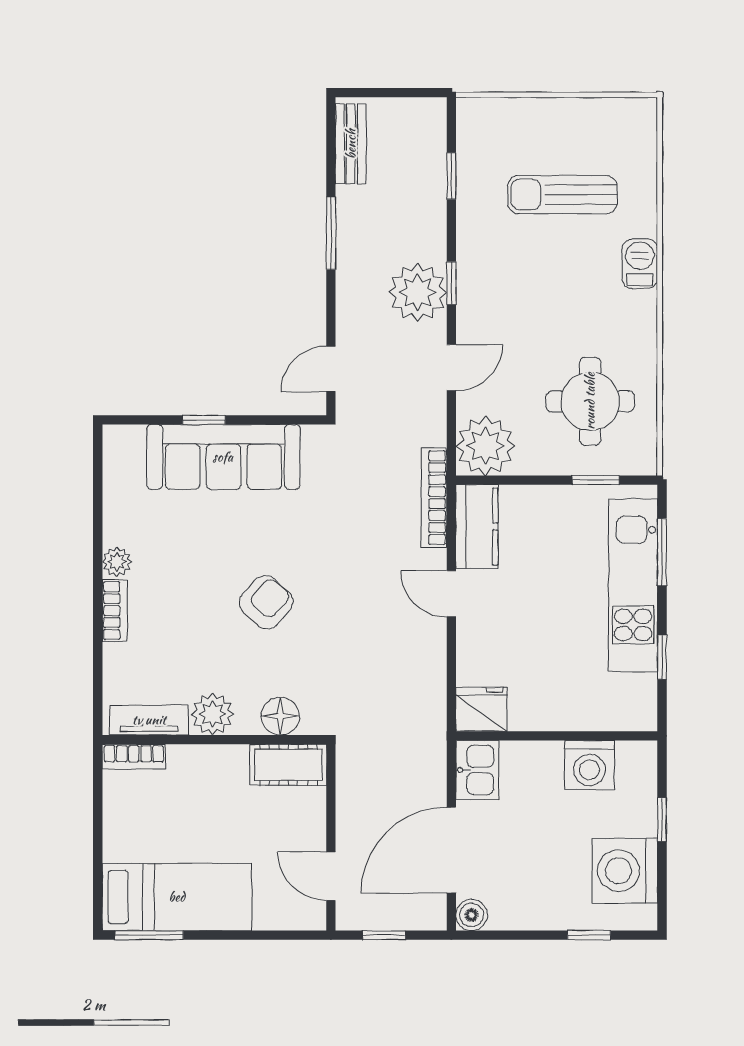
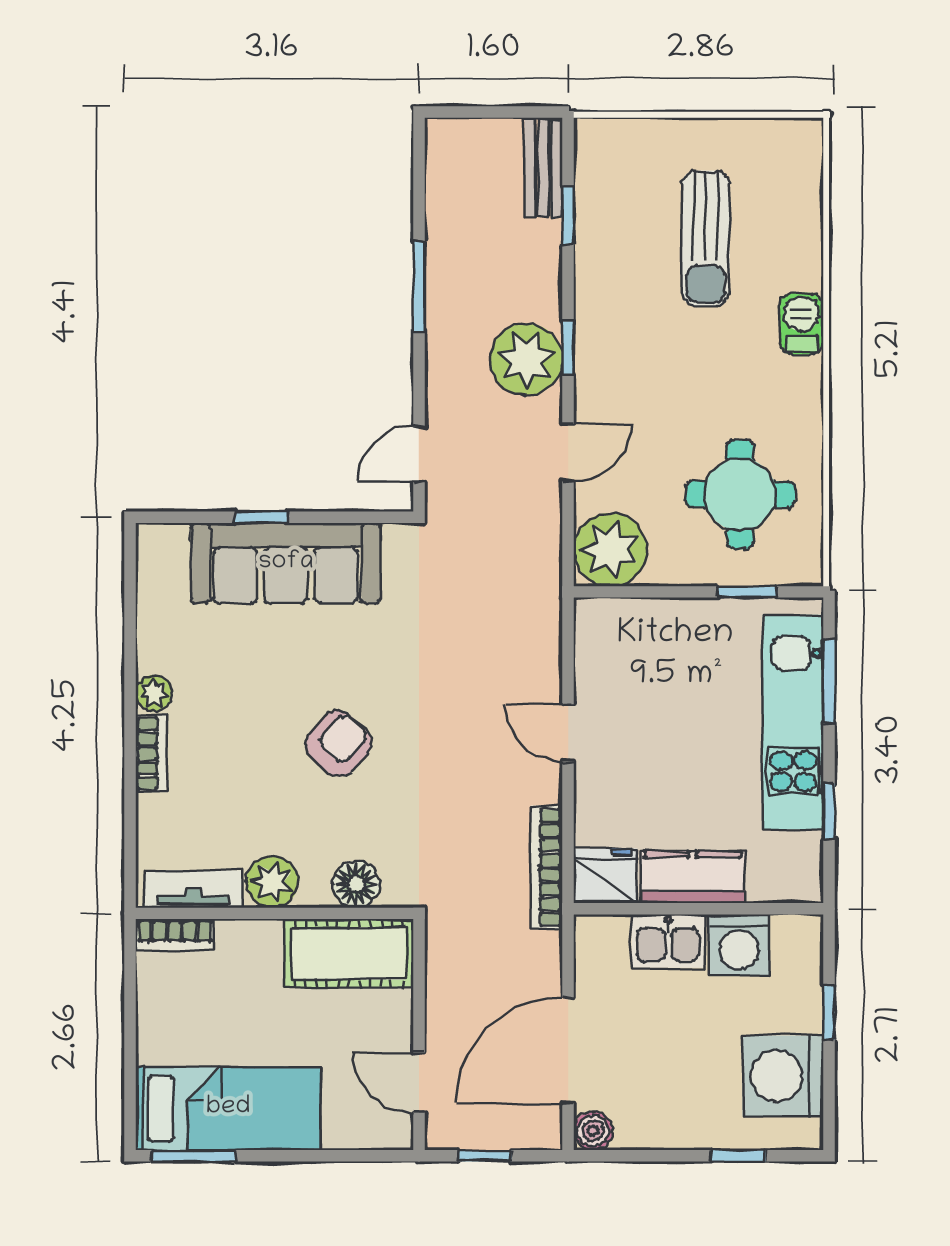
bench: (351, 144) -> (543, 167), moved
sun lounger: (562, 195) -> (706, 238), turned -90
bookcase: (434, 498) -> (547, 867), moved
kitchen counter: (477, 527) -> (693, 877), moved, turned -90
cot: (288, 765) -> (349, 953), width x1.37, depth x1.34
kitchen sink: (477, 770) -> (668, 941), moved, turned 90

